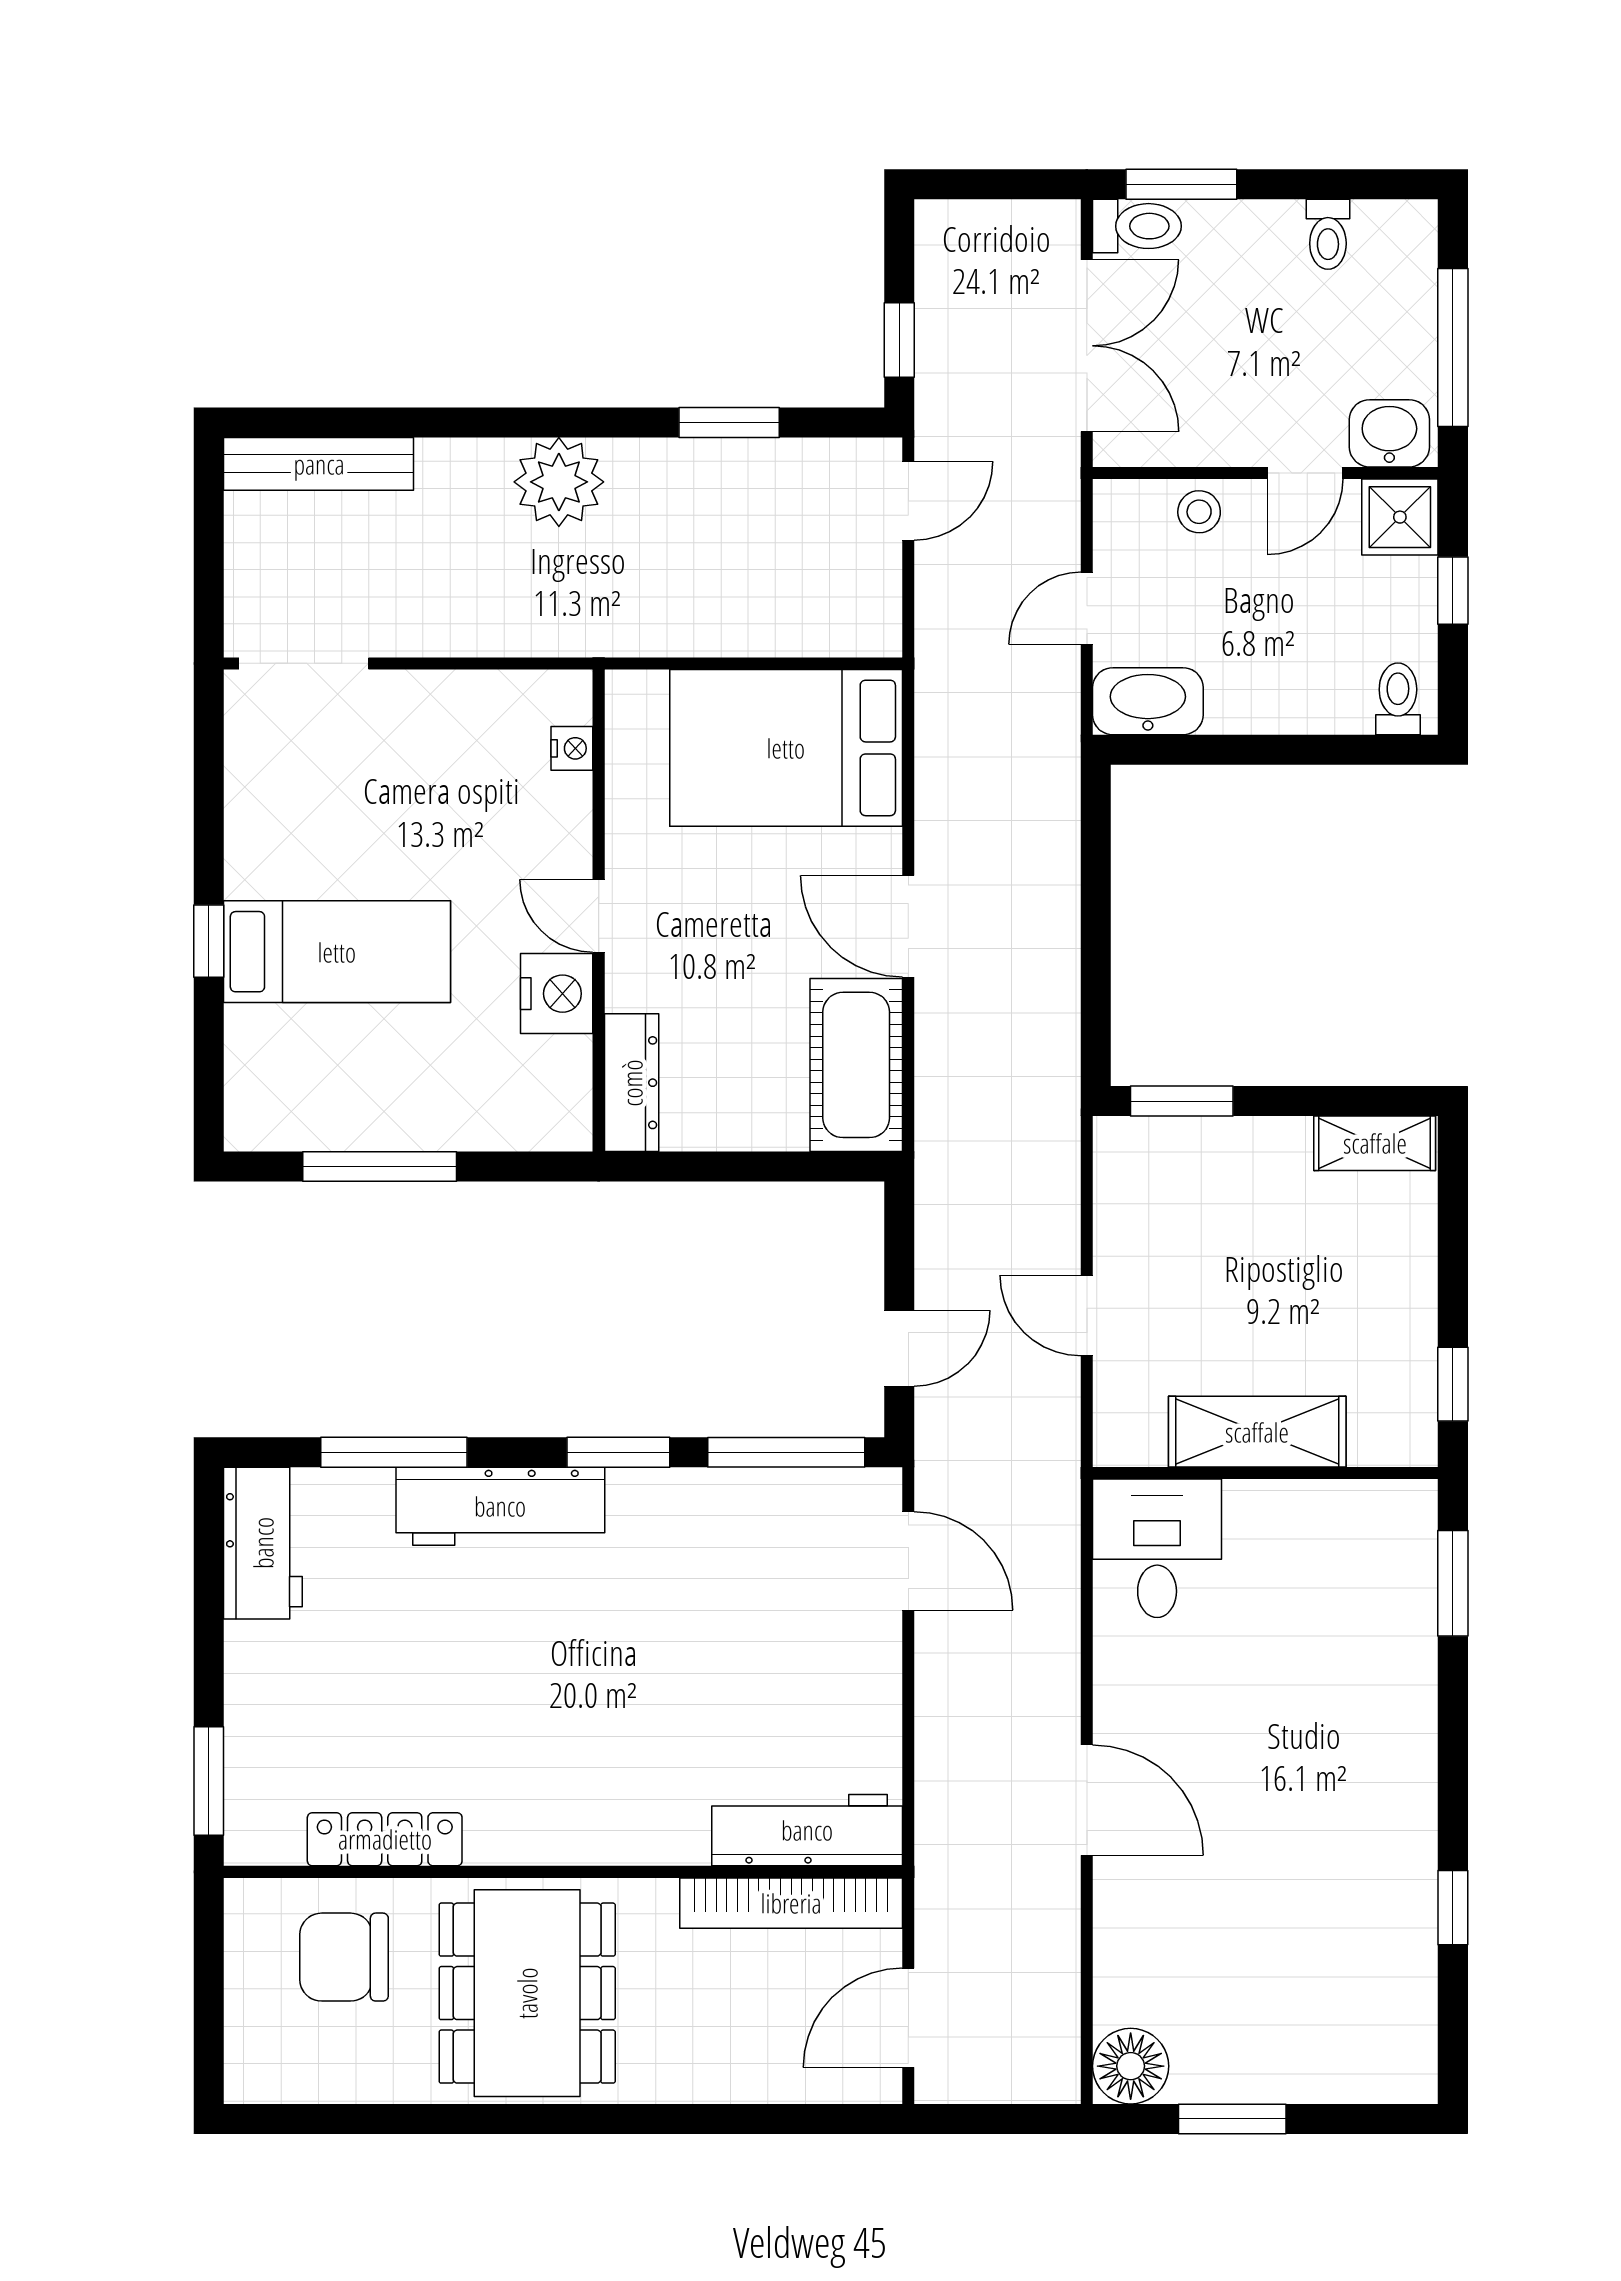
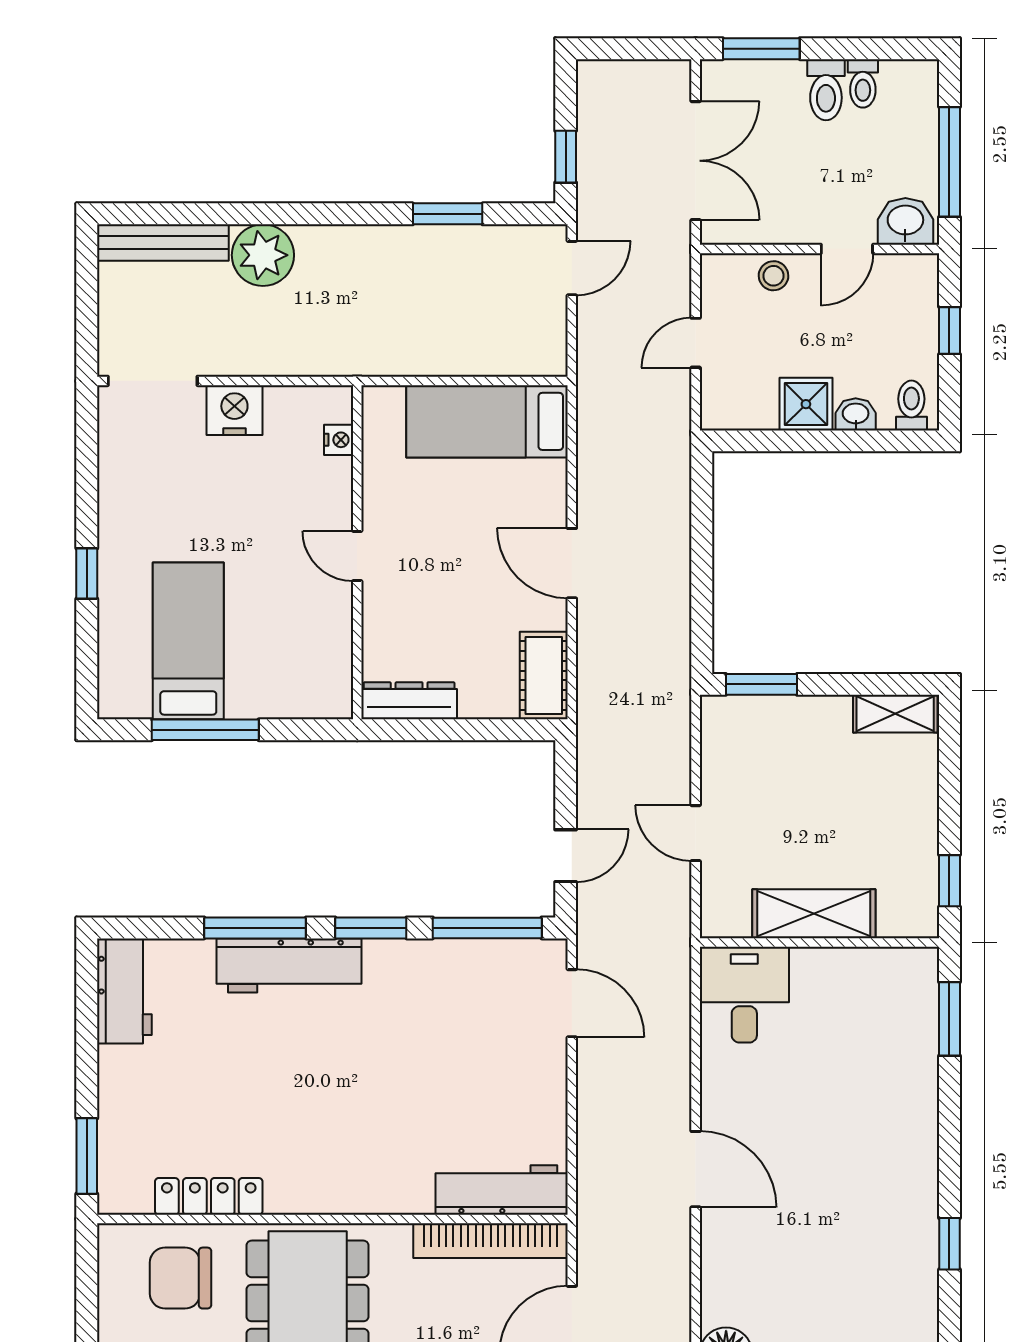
toilet: (1137, 226) -> (826, 90), moved, turned 90
plant: (559, 482) -> (263, 255), moved
shower: (1400, 517) -> (806, 404), moved
washbasin: (1148, 701) -> (856, 414), moved, width x0.52, depth x0.69
bed: (786, 748) -> (487, 421), width x0.67
bed: (337, 952) -> (188, 641), moved, turned -90
nightstand: (557, 994) -> (234, 410), moved, turned -90
cot: (856, 1065) -> (544, 676), width x0.73, depth x0.75
dresser: (632, 1083) -> (409, 701), moved, turned -90
window: (394, 1452) -> (255, 928), moved

